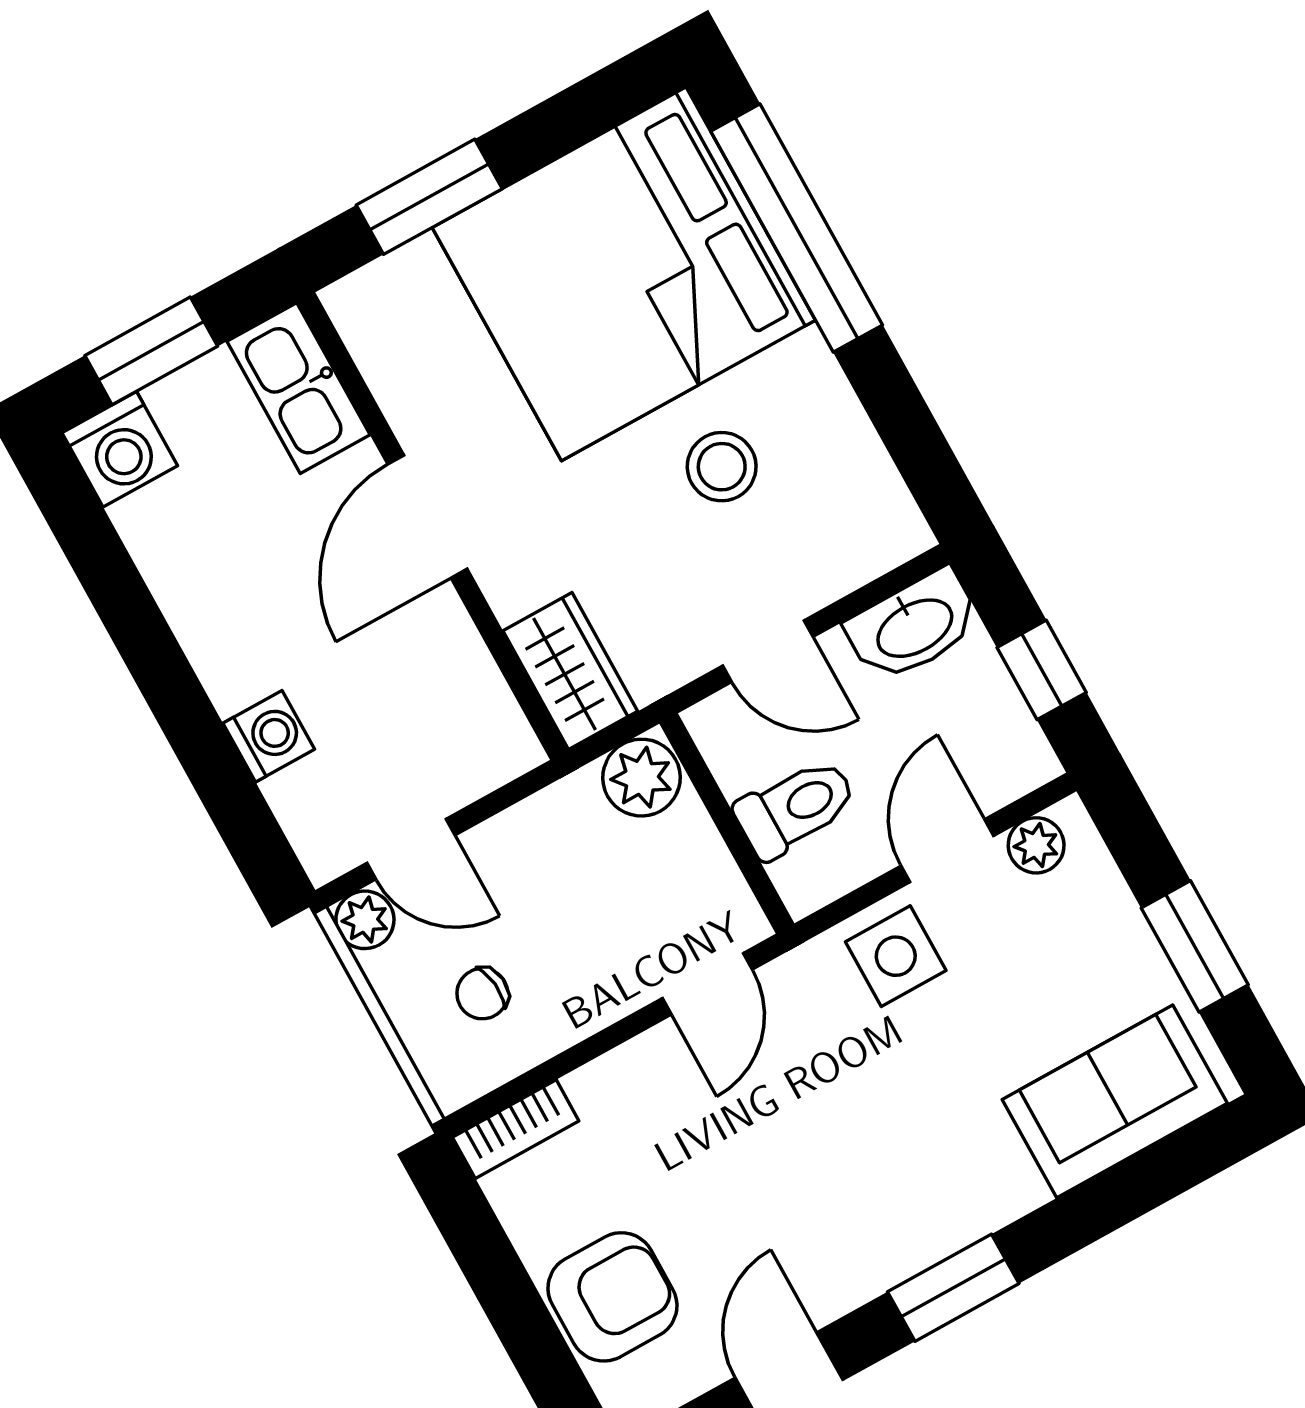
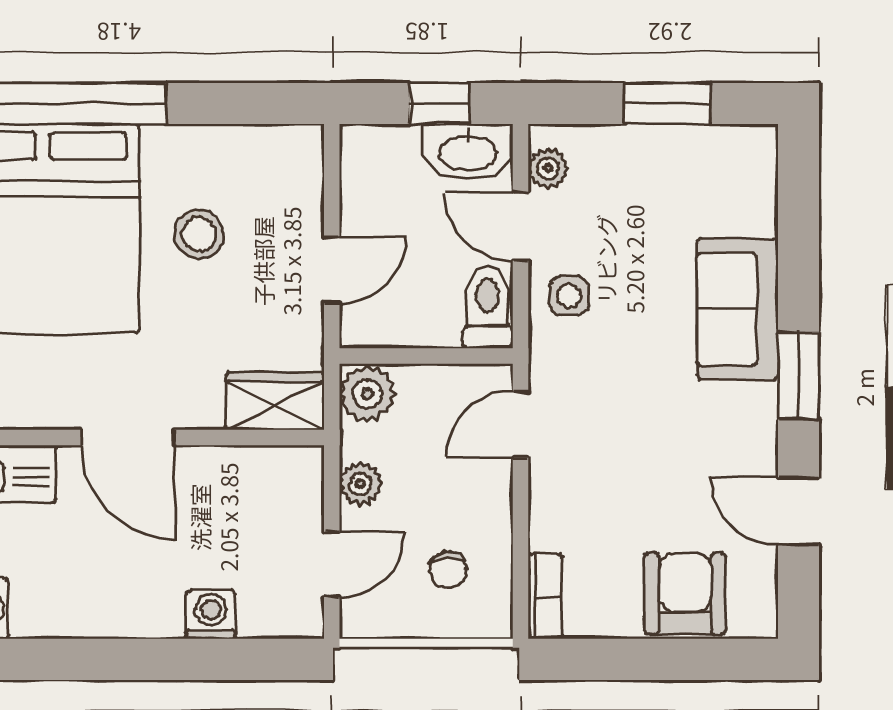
washbasin: (914, 626) -> (468, 151), moved, turned 90
toilet: (796, 808) -> (488, 307), moved
plant: (365, 920) -> (360, 484), moved
side table: (896, 956) -> (569, 296), width x0.73, depth x0.73
door: (707, 984) -> (521, 424), swing flipped
sofa: (1115, 1101) -> (737, 309), moved

